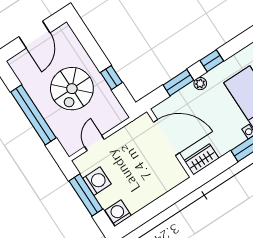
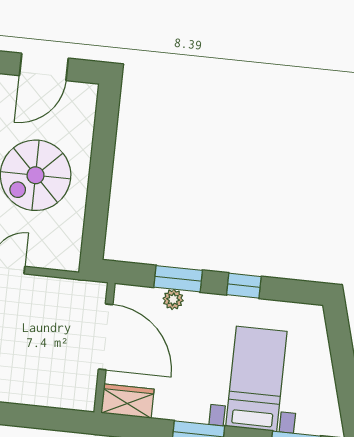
window: (111, 78) -> (98, 202), removed
plant: (200, 84) -> (173, 299), moved

